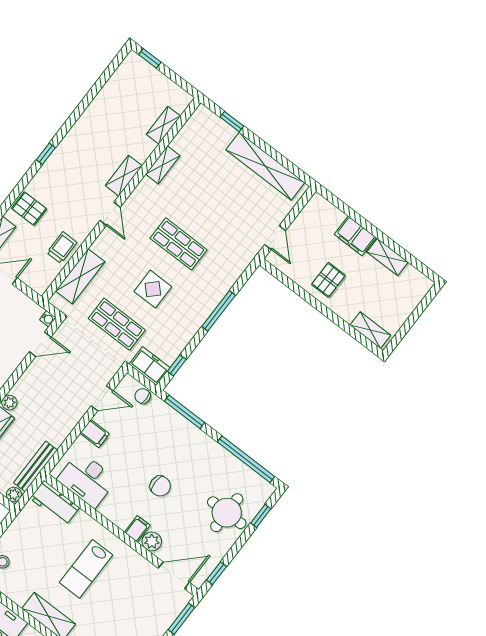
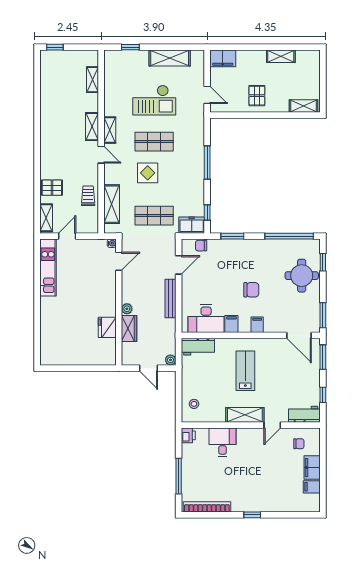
window: (46, 154) -> (37, 149), removed
shelving: (163, 165) -> (110, 130), moved
shelving: (265, 166) -> (170, 58), width x0.68
checkout: (213, 199) -> (154, 100), added
filing cabinet: (355, 236) -> (223, 58), moved
display table: (153, 289) -> (148, 173), moved
window: (184, 412) -> (232, 236), width x0.69
filing cabinet: (95, 434) -> (231, 324), moved, turned -90
bench: (35, 466) -> (170, 299), moved
plant: (152, 541) -> (271, 326), removed
lab bench: (86, 569) -> (245, 371), turned 180
window: (216, 573) -> (323, 315), width x1.50
door: (174, 575) -> (299, 335), swing flipped

